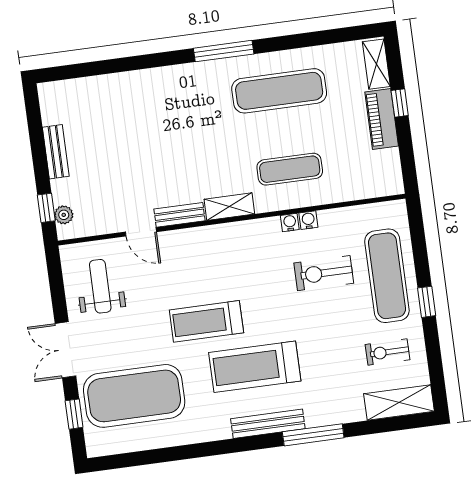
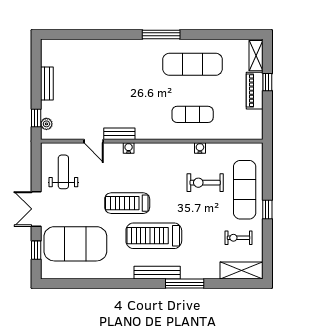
shelving: (229, 207) -> (151, 133), removed
water cooler: (290, 223) -> (129, 148), moved

